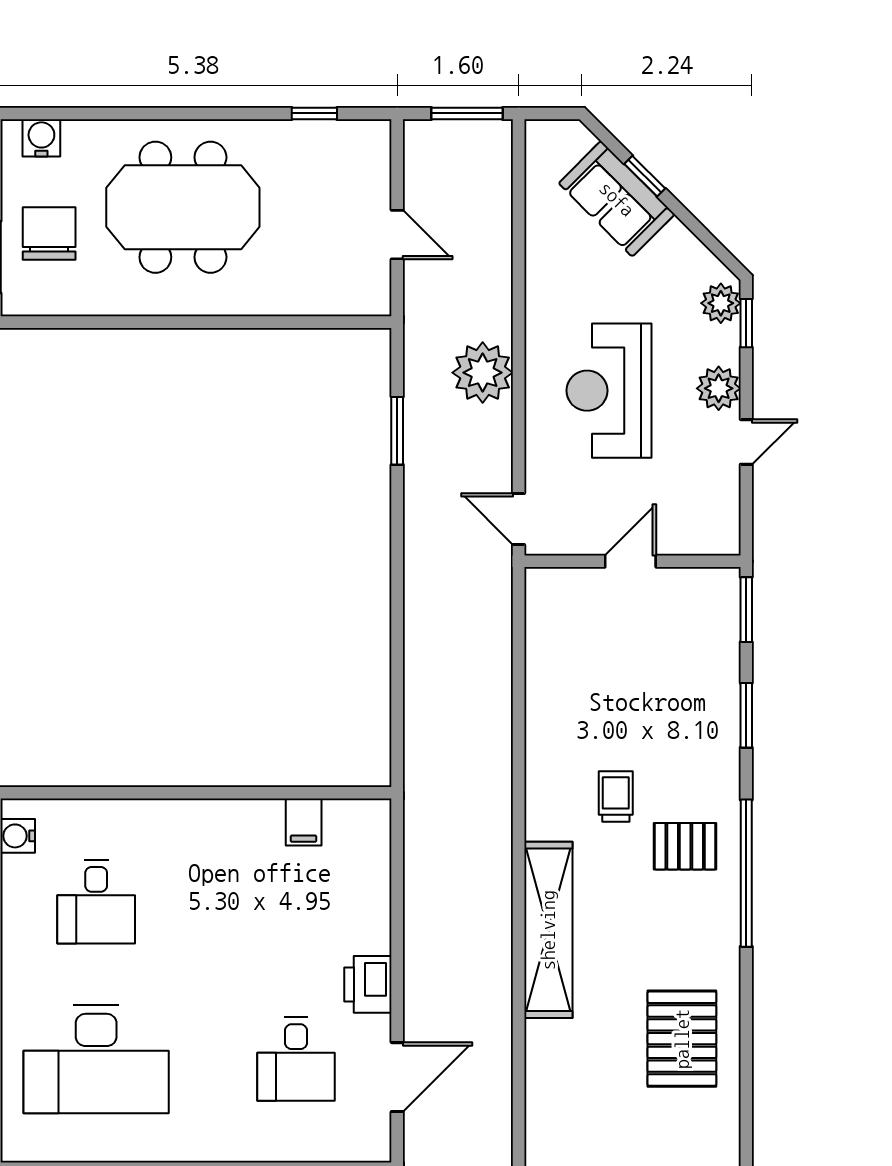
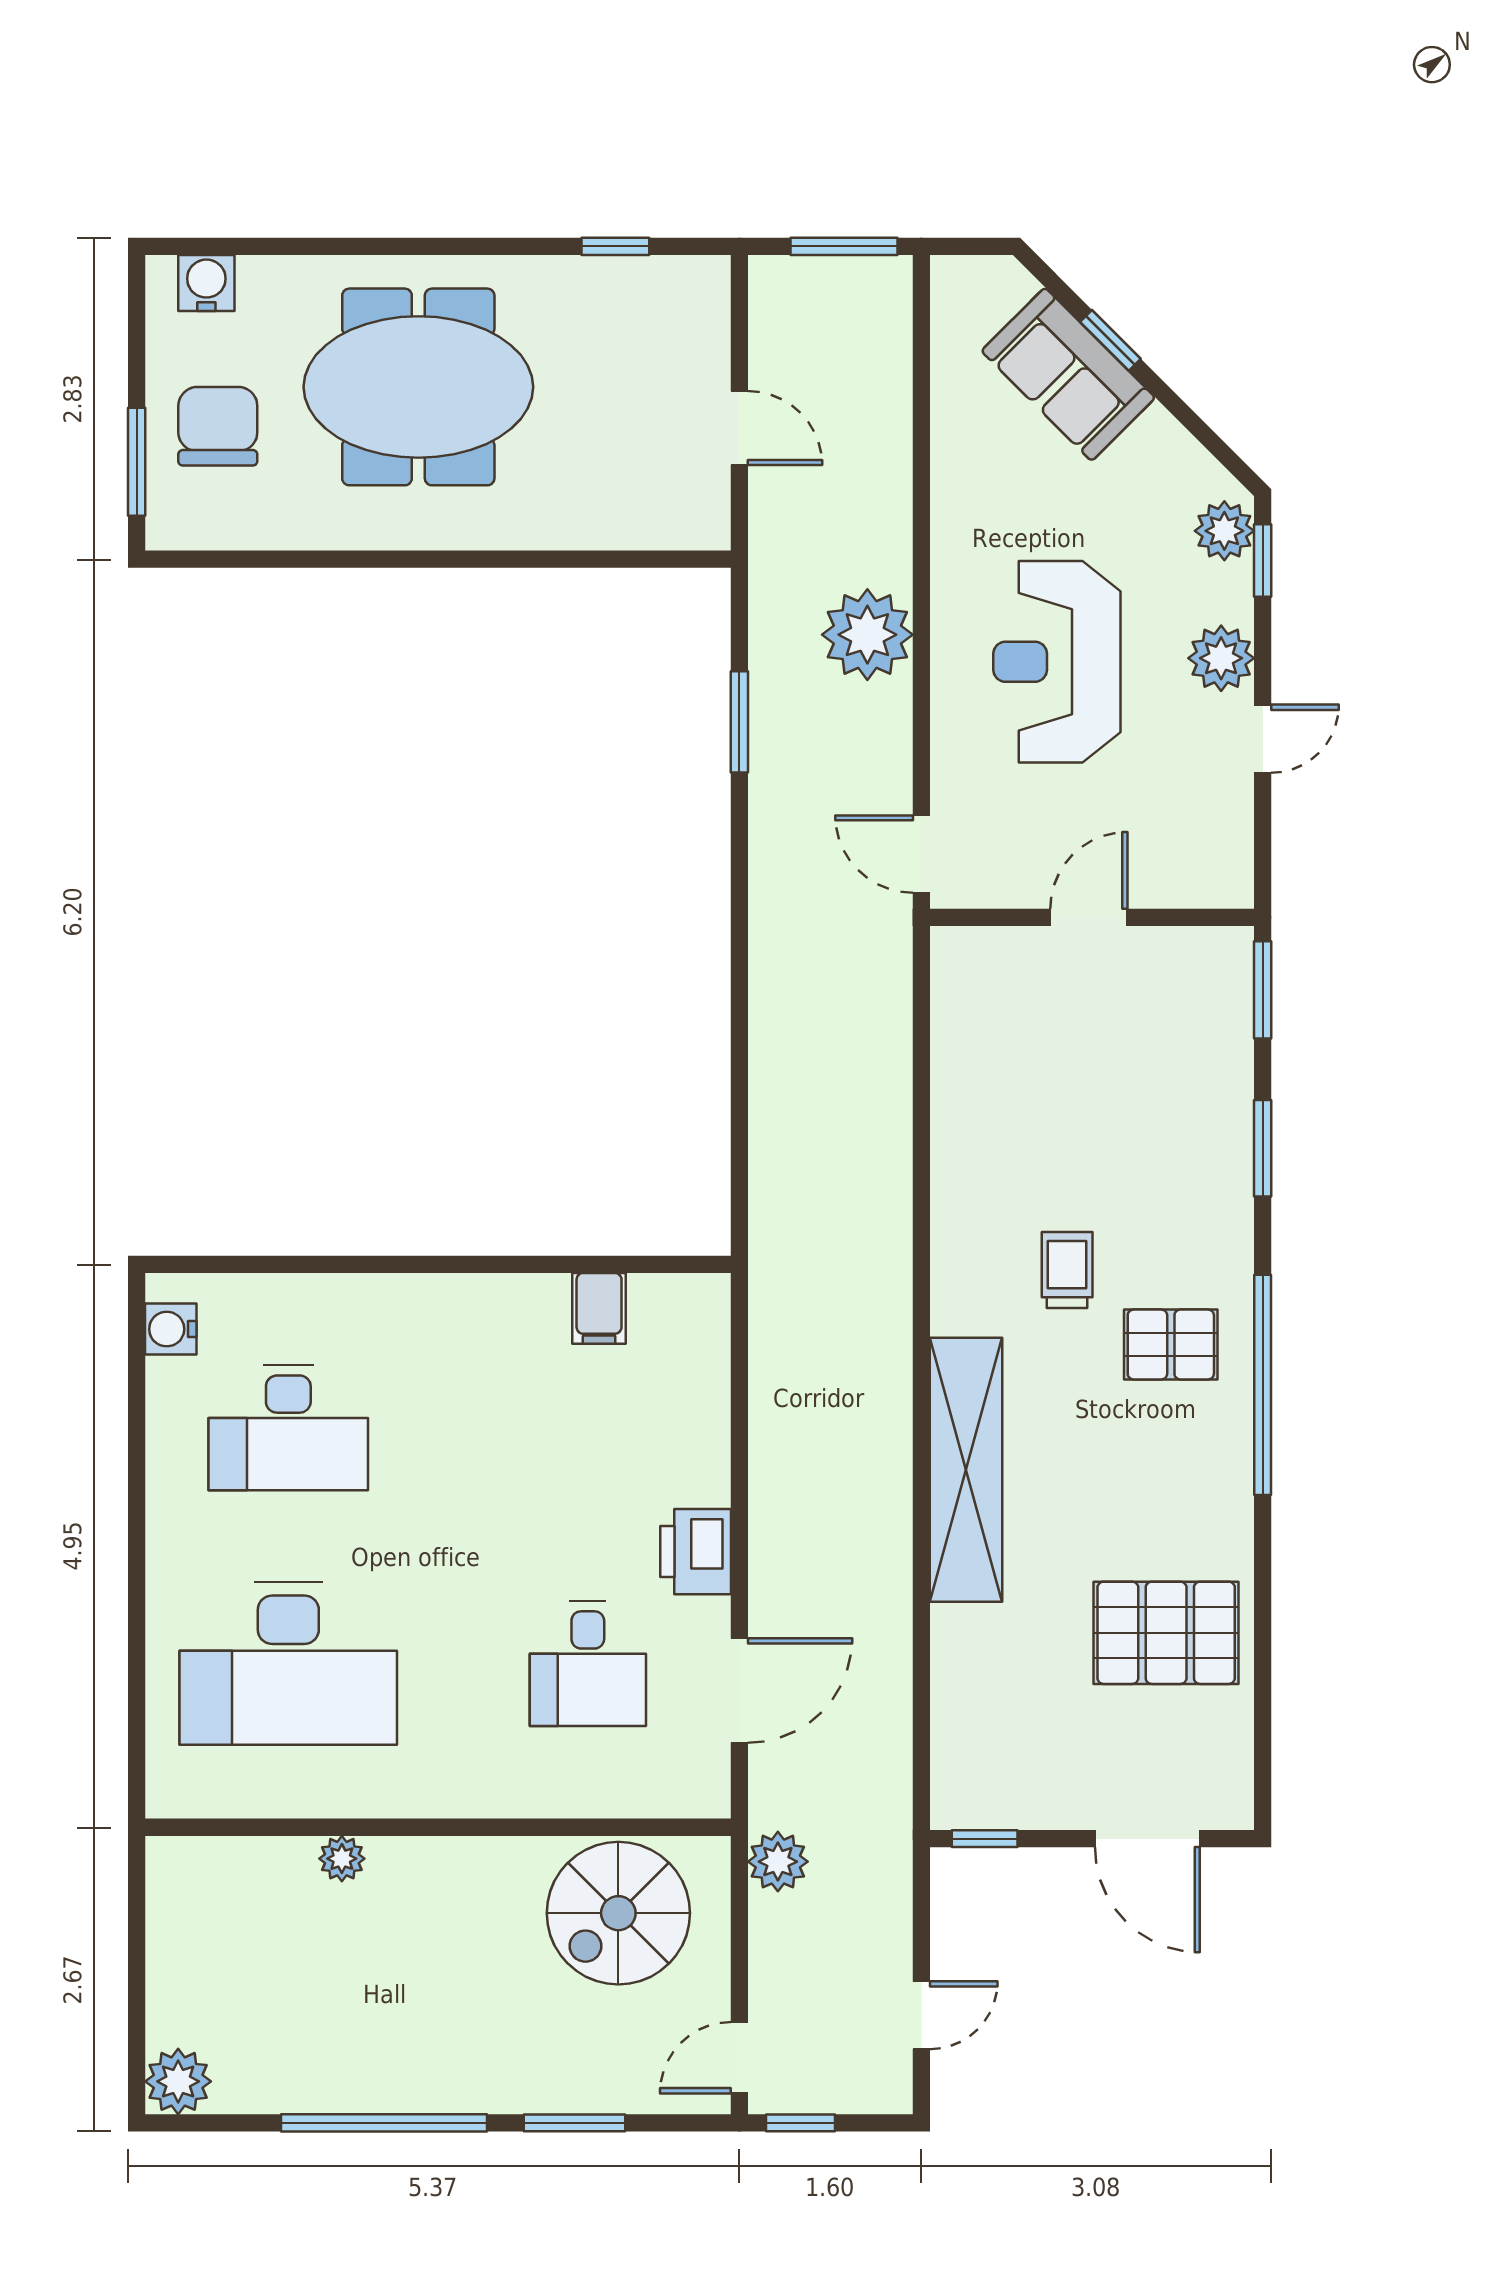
desk: (96, 902) -> (288, 1428), width x1.37
pallet: (682, 1039) -> (1166, 1633), turned 90

